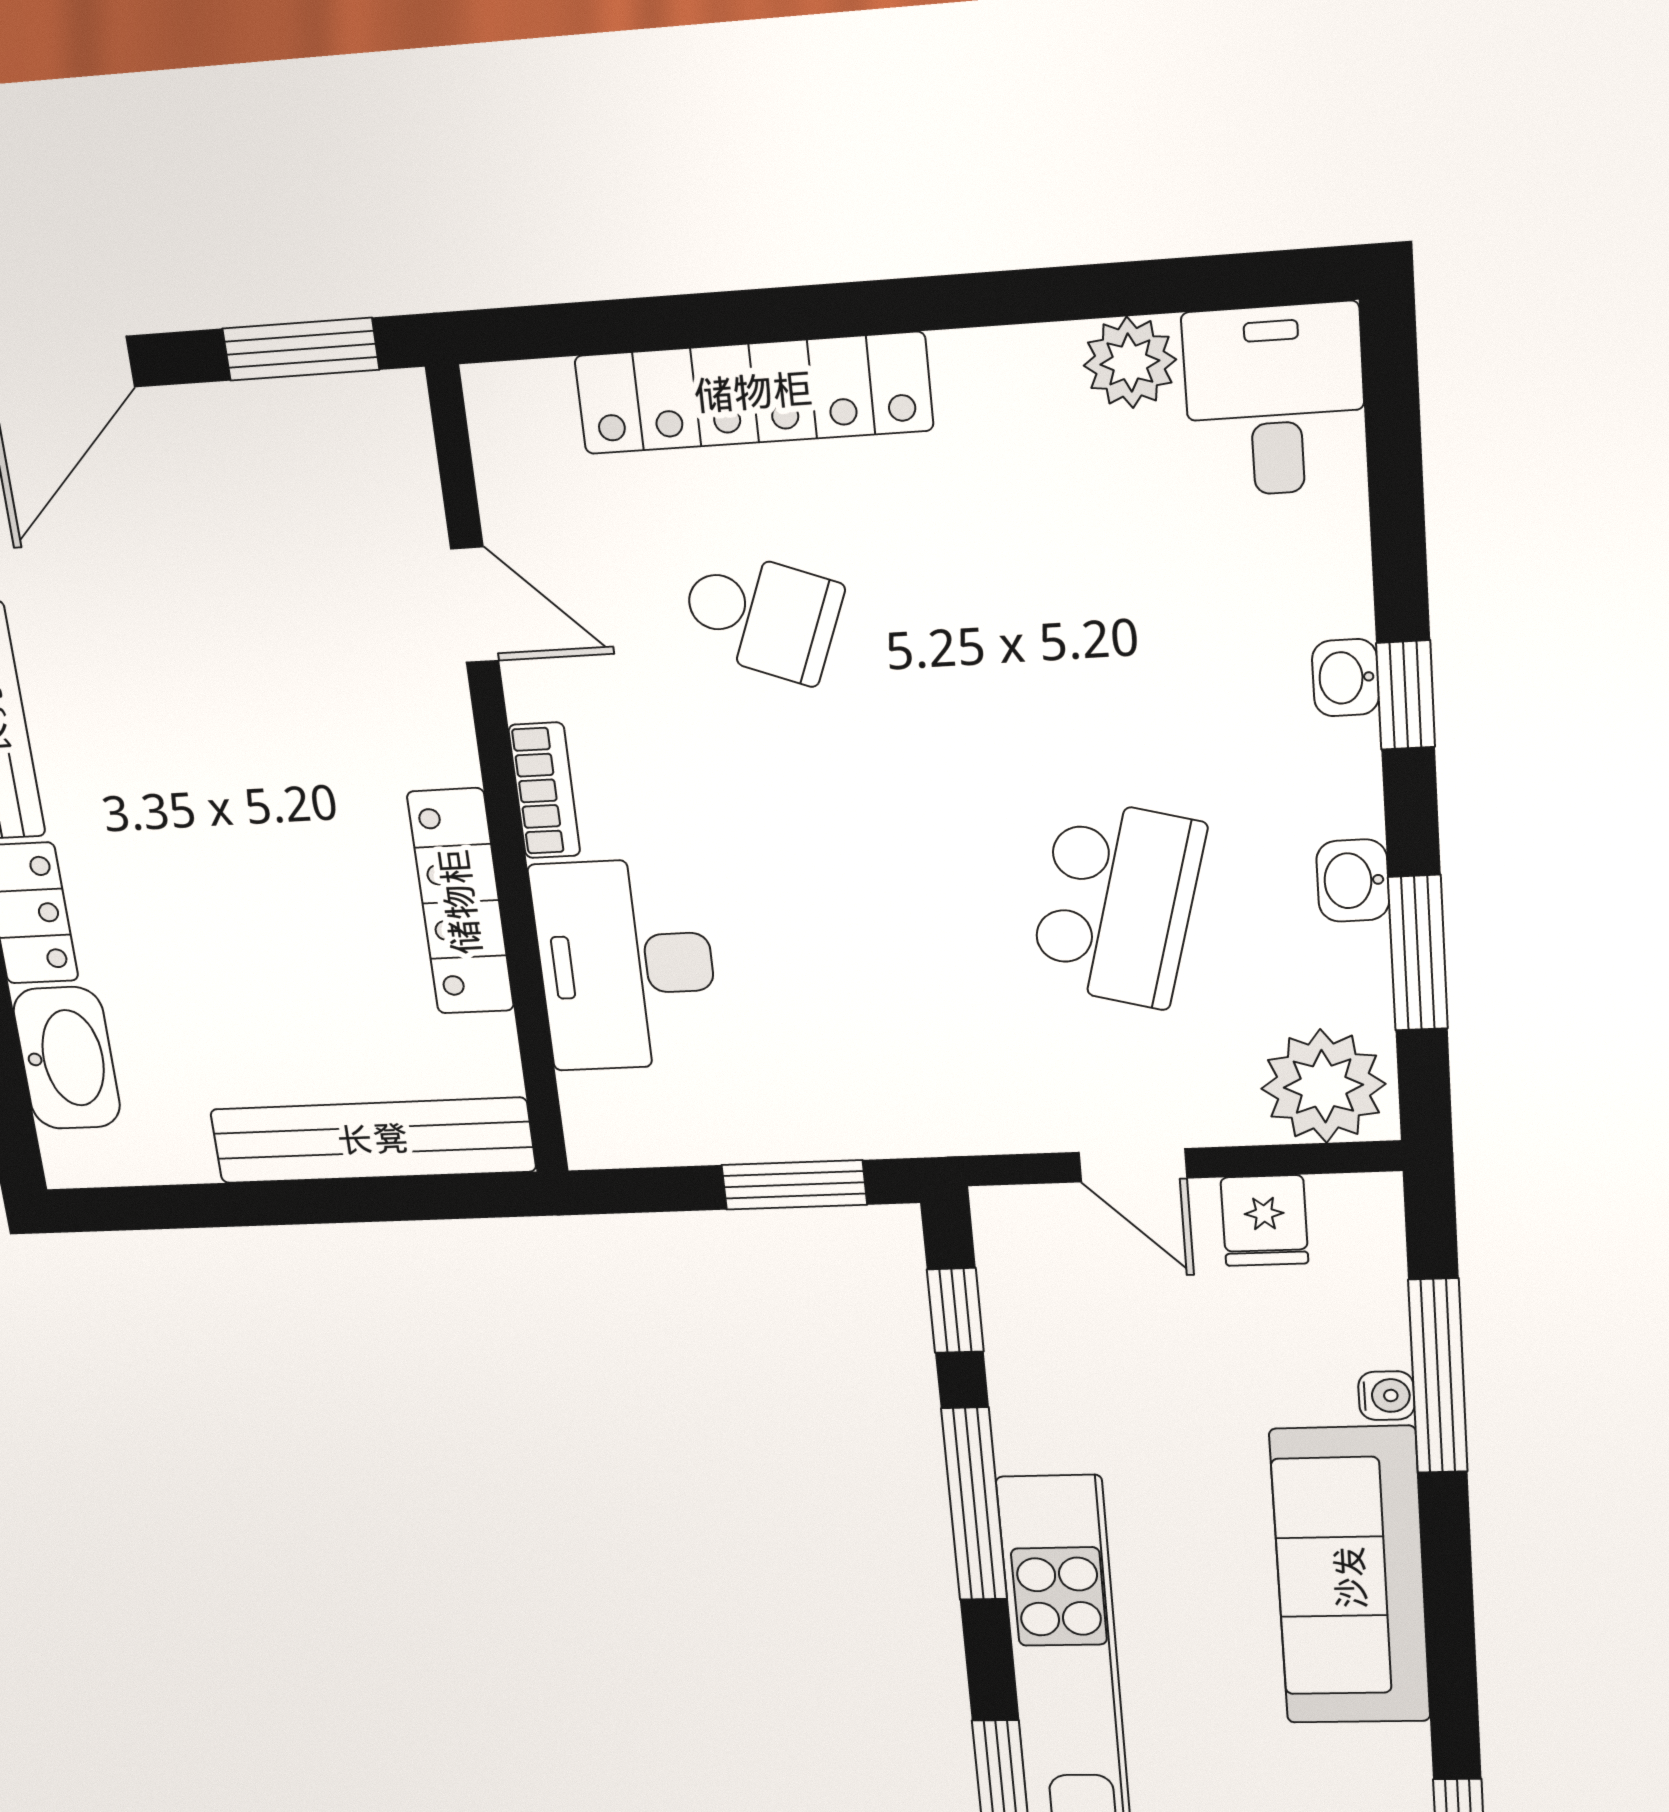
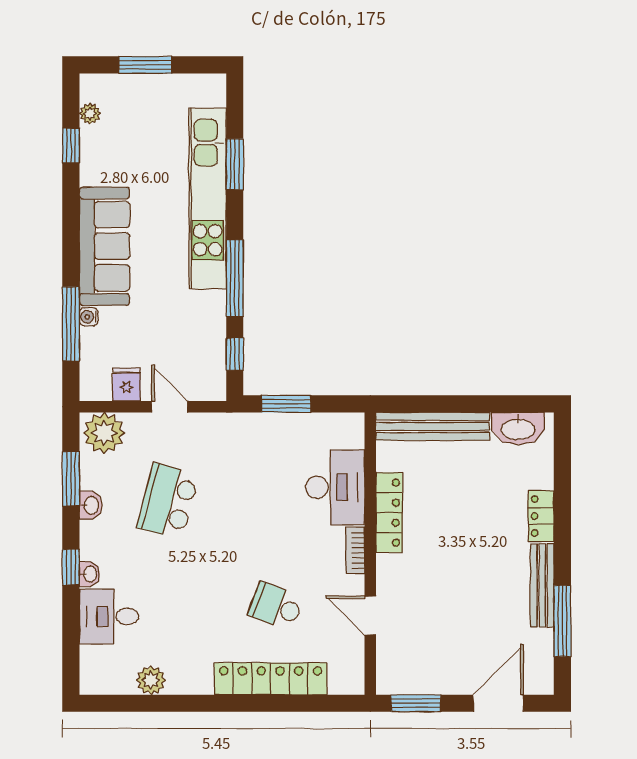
desk: (1275, 400) -> (109, 616), moved, turned 90
washbasin: (67, 1058) -> (518, 428), moved, turned -90

